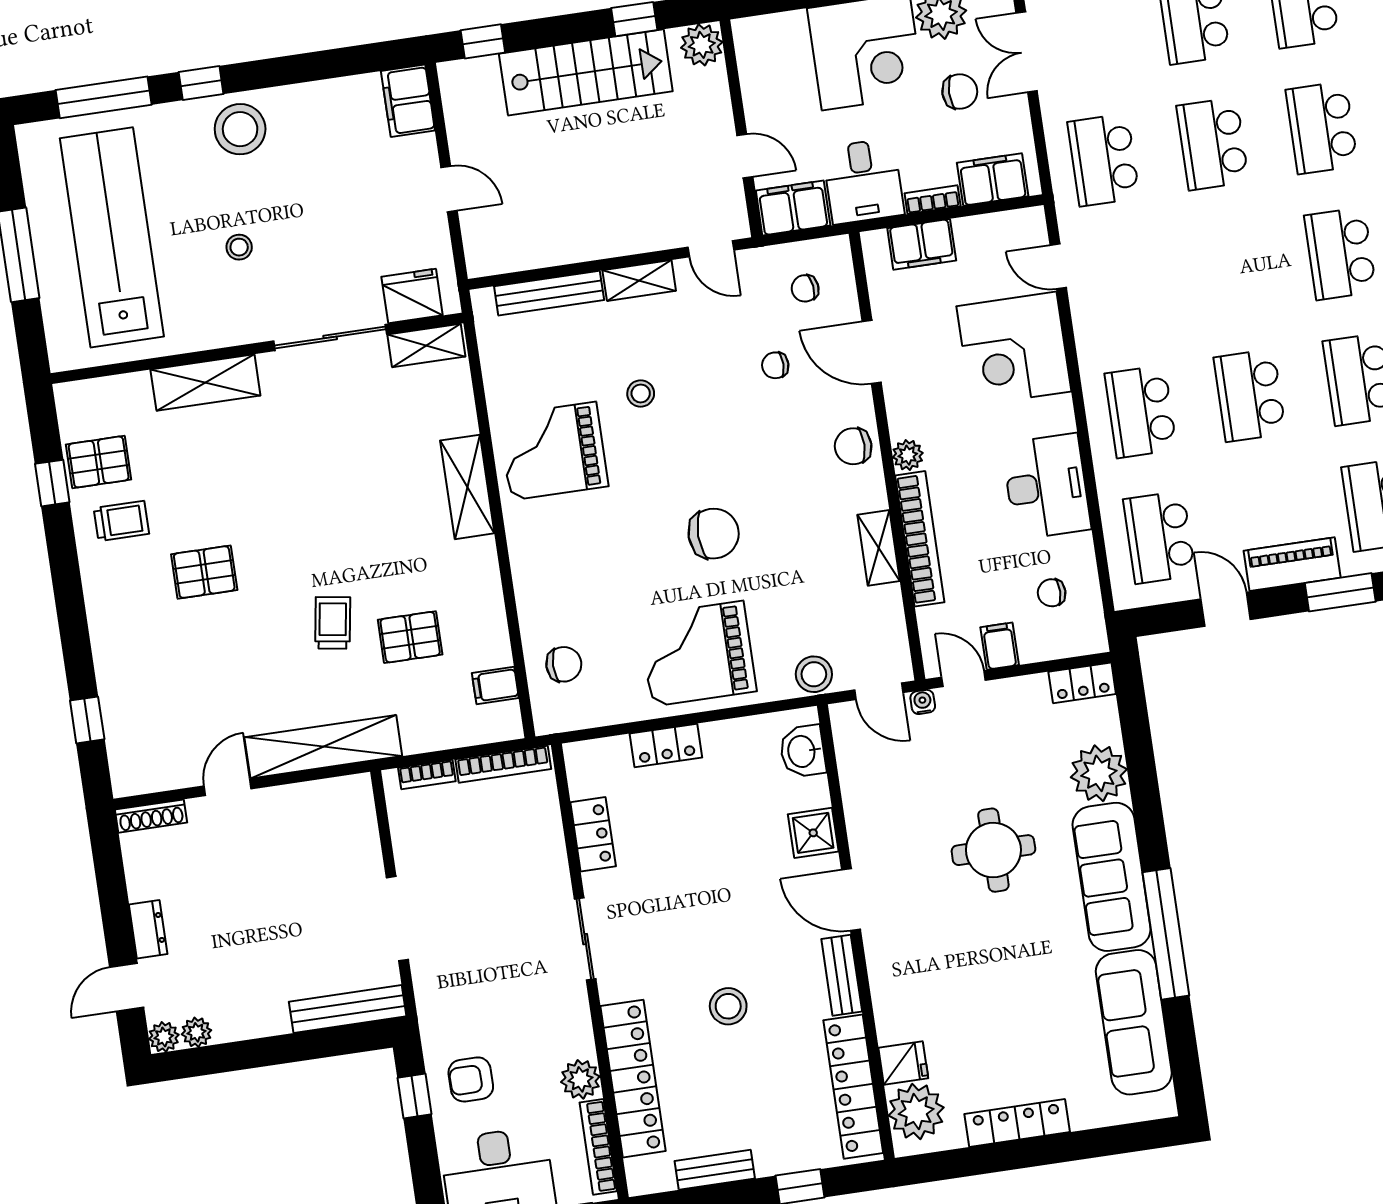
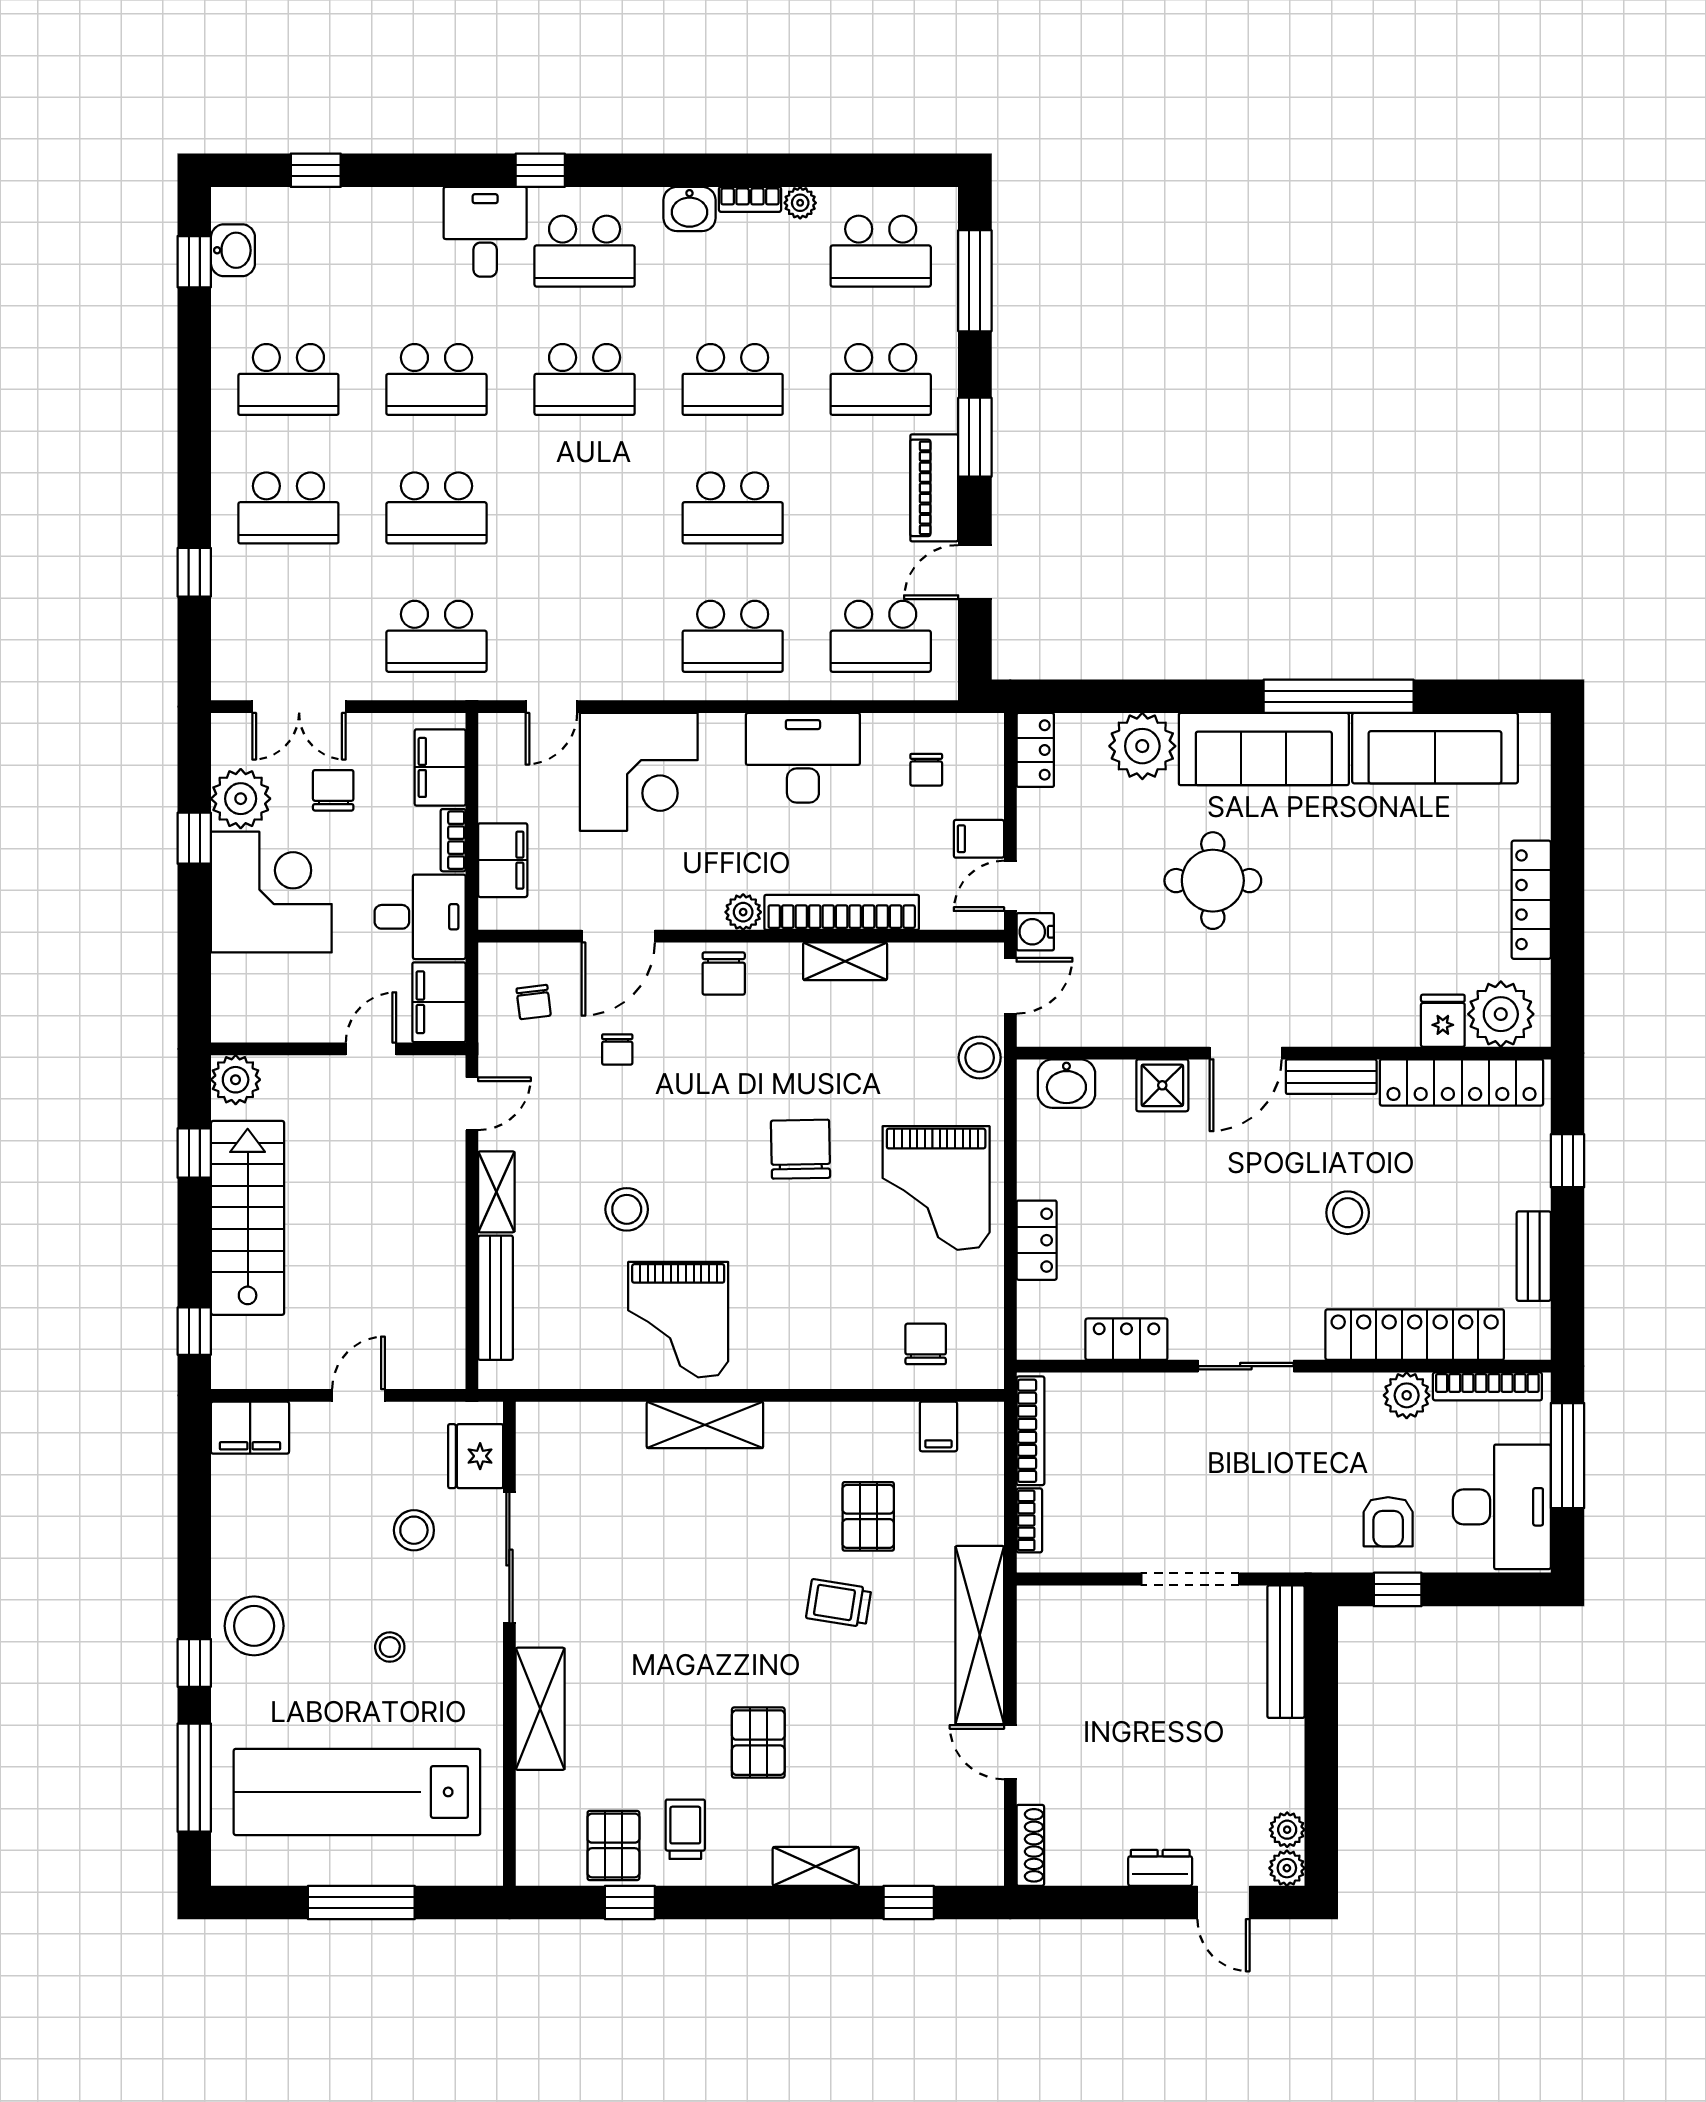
stool: (341, 253) -> (414, 1530), added
shelving: (426, 346) -> (816, 1866), moved, turned 90
stool: (641, 393) -> (627, 1209), width x1.37, depth x1.37
water cooler: (923, 702) -> (1035, 932), width x1.38, depth x1.38

